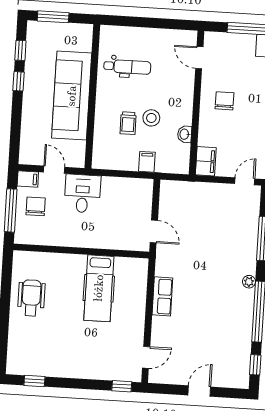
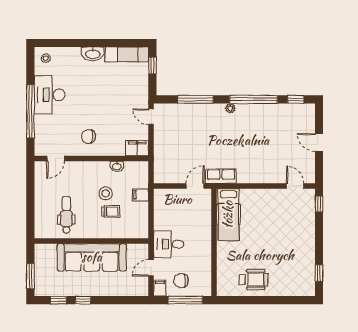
hospital bed: (99, 288) -> (228, 215), moved, turned 90
row of seats: (162, 296) -> (221, 176), moved
wheelchair: (31, 298) -> (254, 280), turned 180

